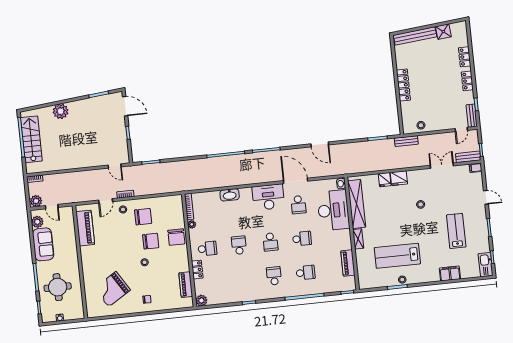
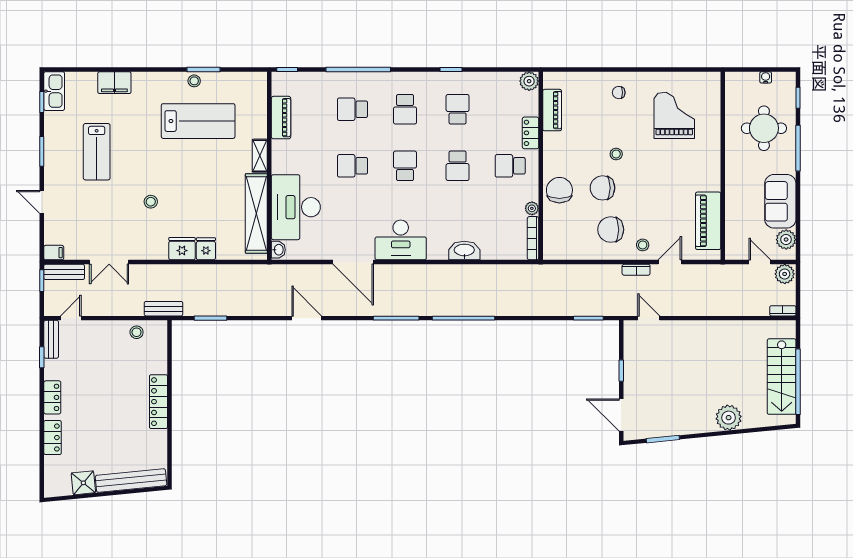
school desk: (298, 205) -> (458, 109), moved
grand piano: (112, 289) -> (674, 115), turned -58

